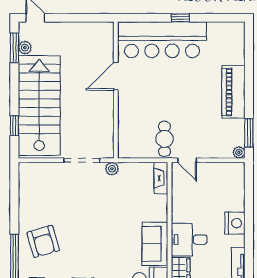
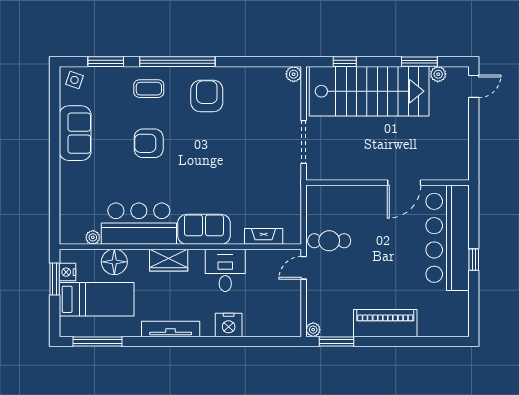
window: (14, 48) -> (419, 62), moved
door: (116, 76) -> (404, 183), swing flipped
plant: (112, 169) -> (294, 74), moved
fireplace: (161, 178) -> (264, 236), moved
desk: (189, 240) -> (225, 270), moved
armchair: (43, 241) -> (207, 96), turned 106

